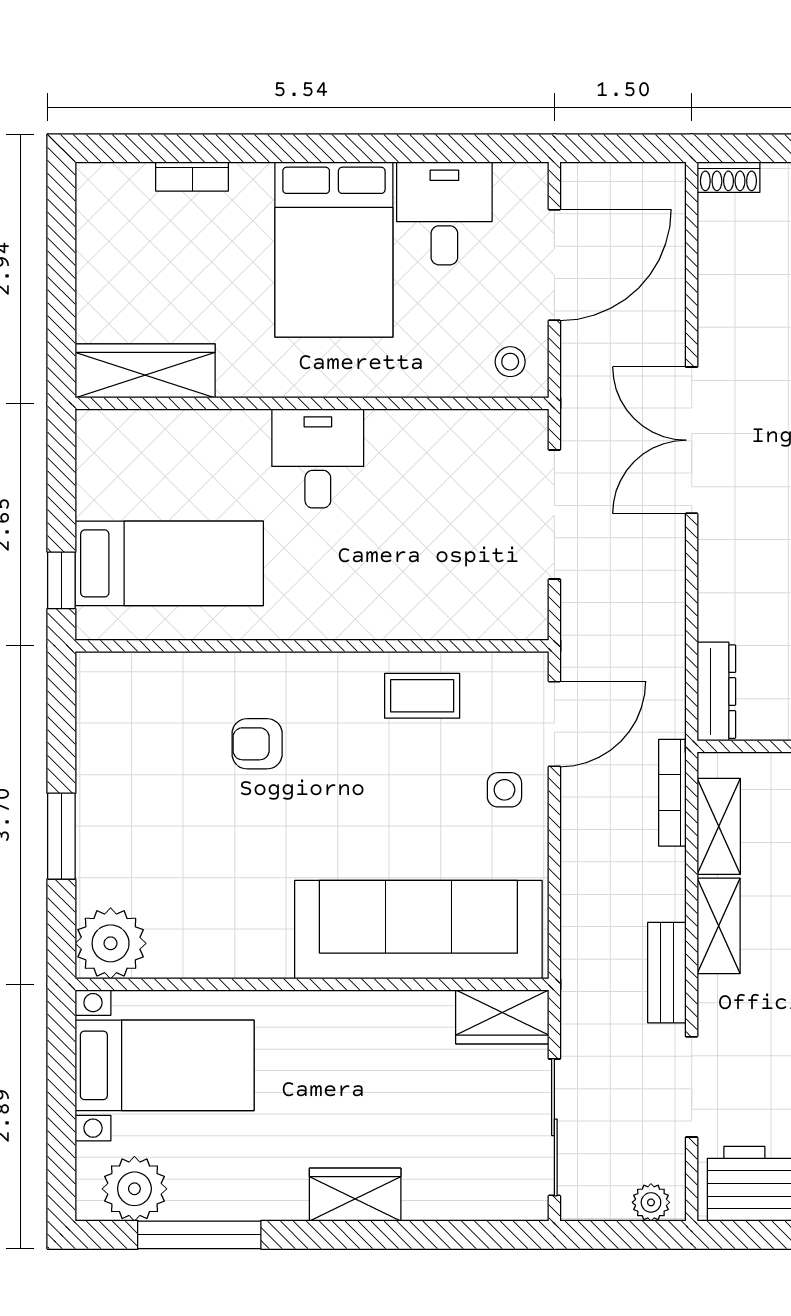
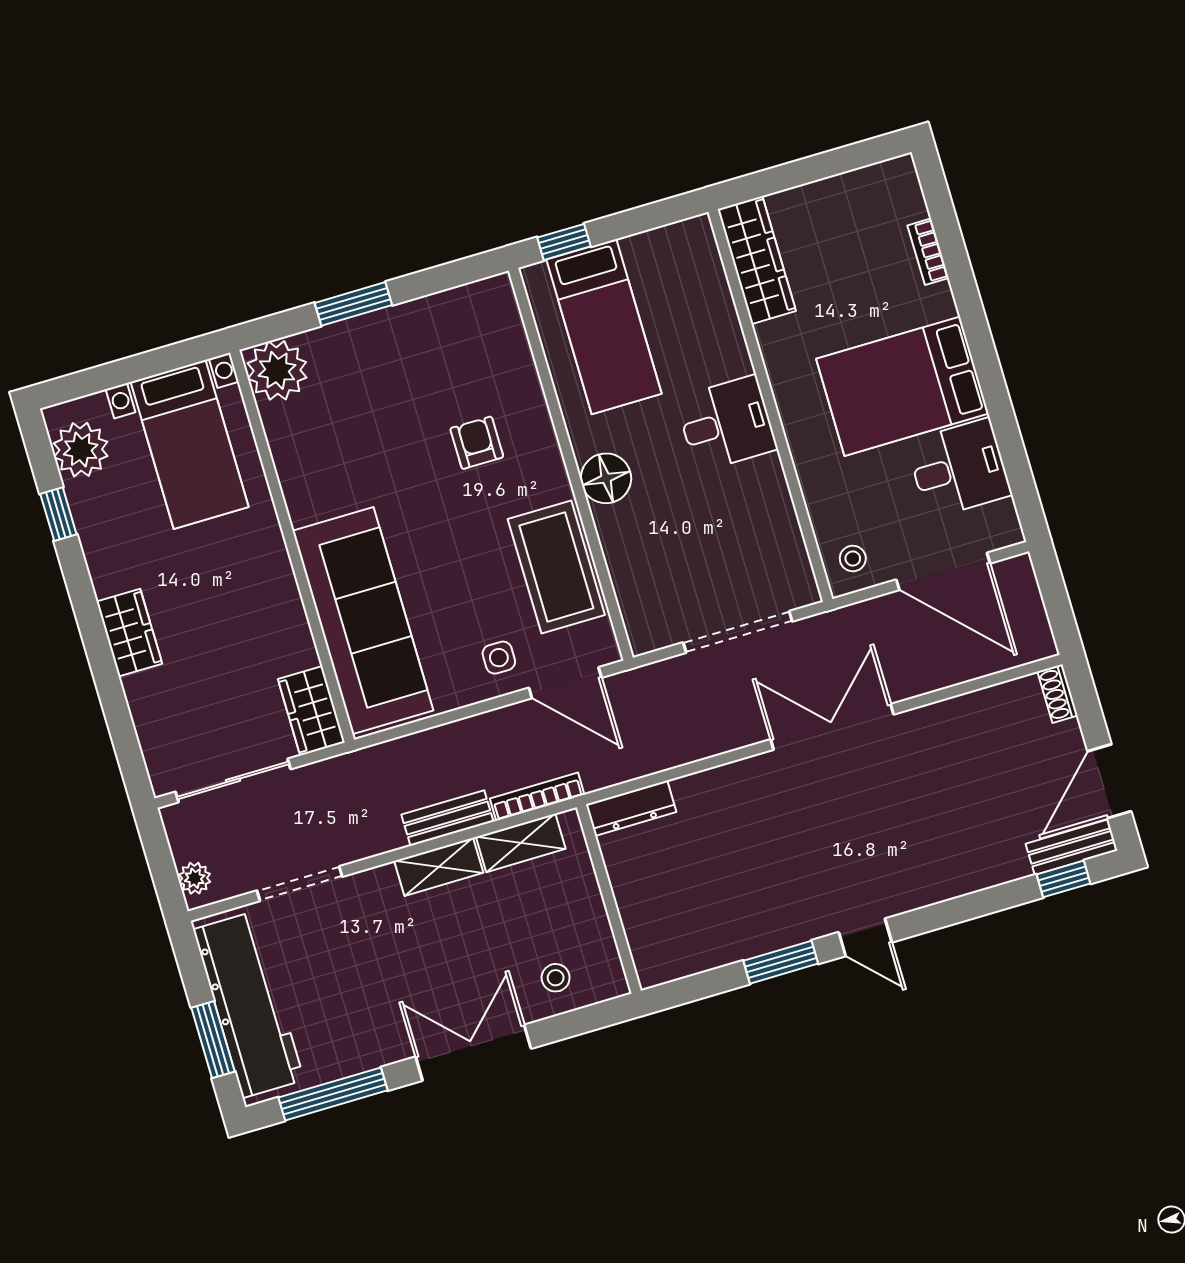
floor lamp: (339, 611) -> (606, 478), added
coffee table: (422, 696) -> (556, 567), width x1.86, depth x1.72
bench: (667, 973) -> (447, 818), moved
window: (199, 1235) -> (58, 514), width x0.46

